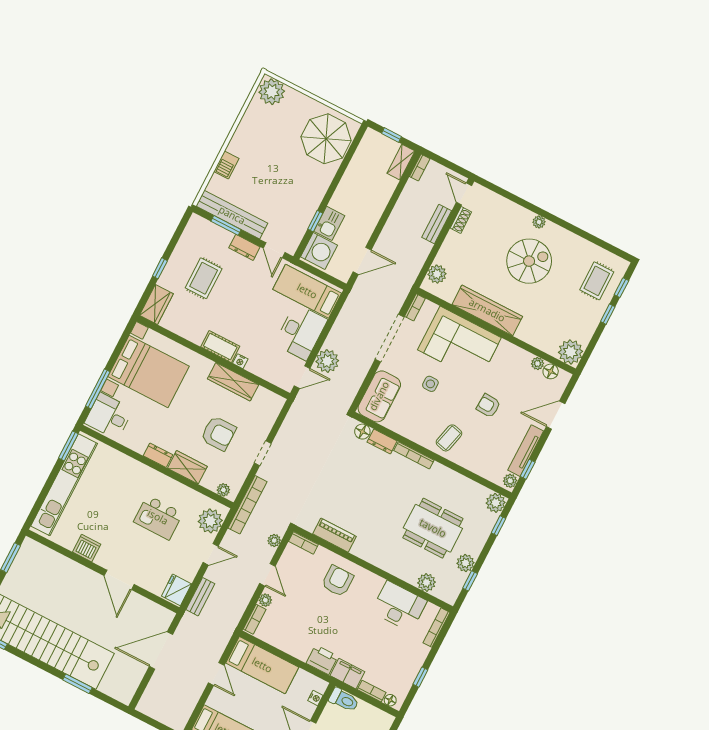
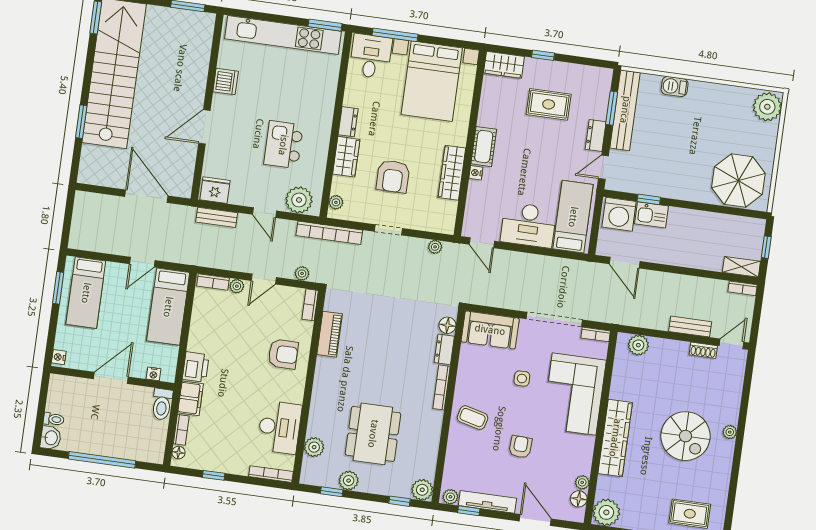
wardrobe: (487, 310) -> (615, 438), moved
plant: (327, 361) -> (435, 247), moved, width x0.53, depth x0.53

